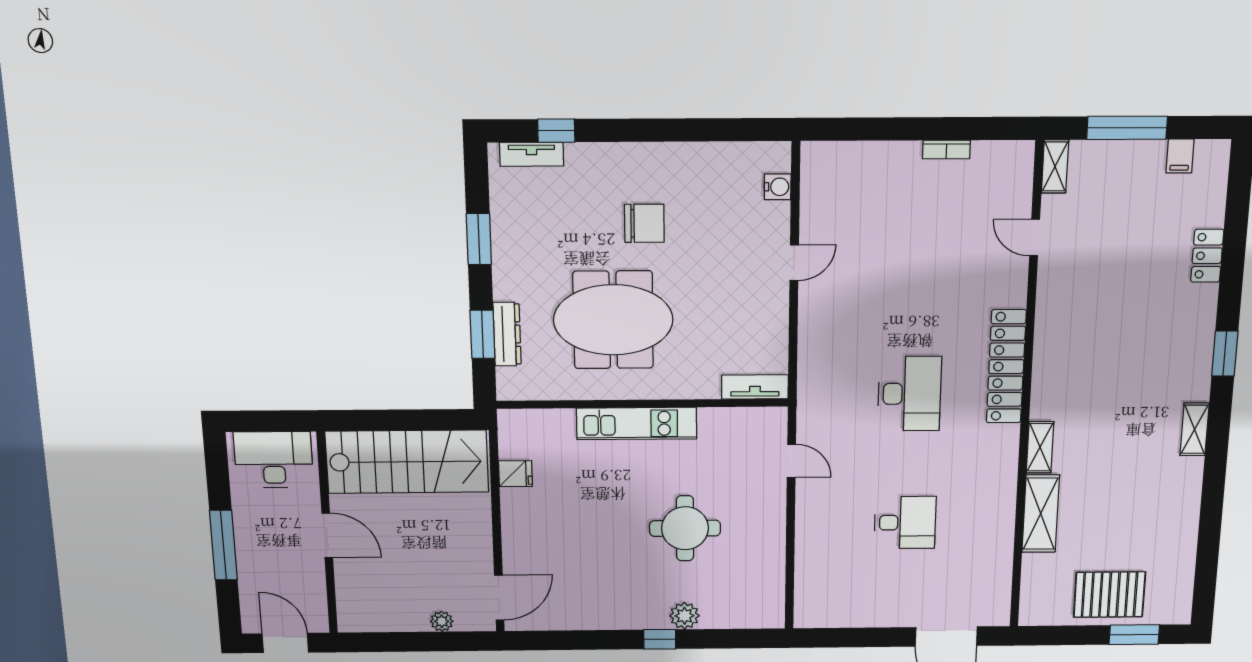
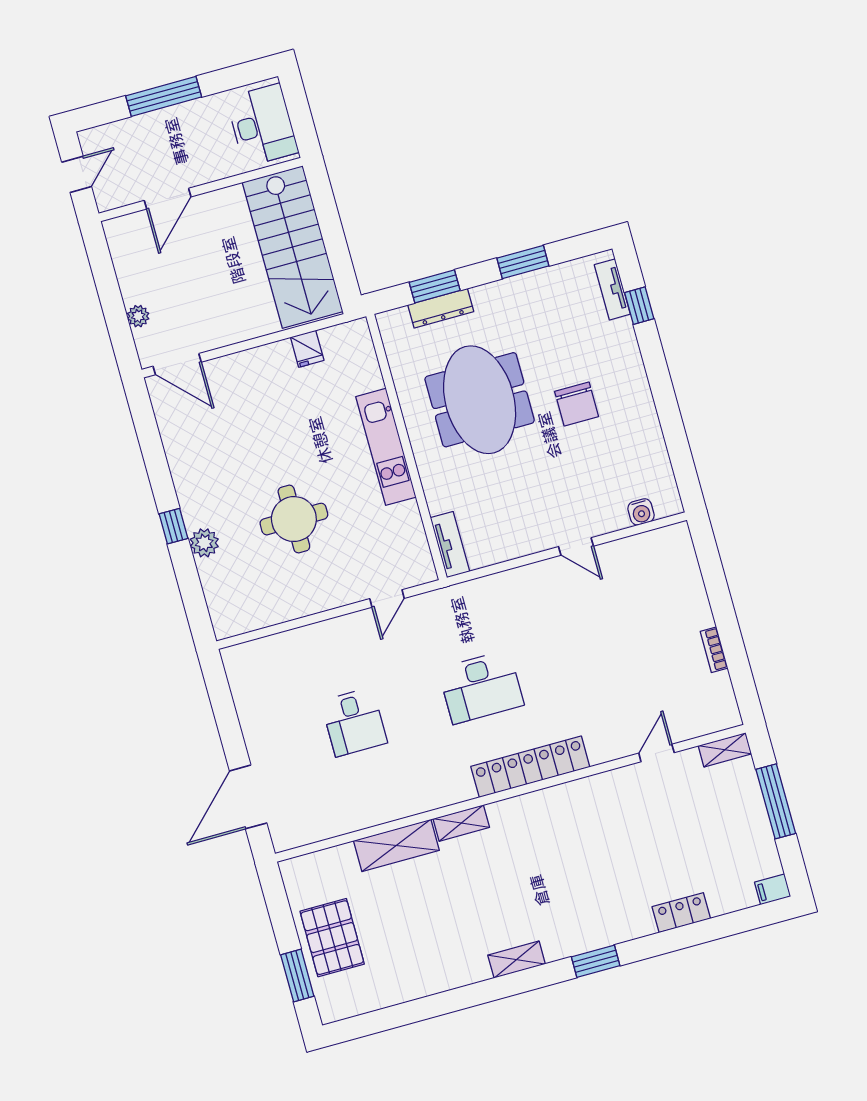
filing cabinet: (1180, 156) -> (773, 889), moved
door: (327, 535) -> (168, 199), moved
door: (285, 643) -> (77, 174), width x0.73

